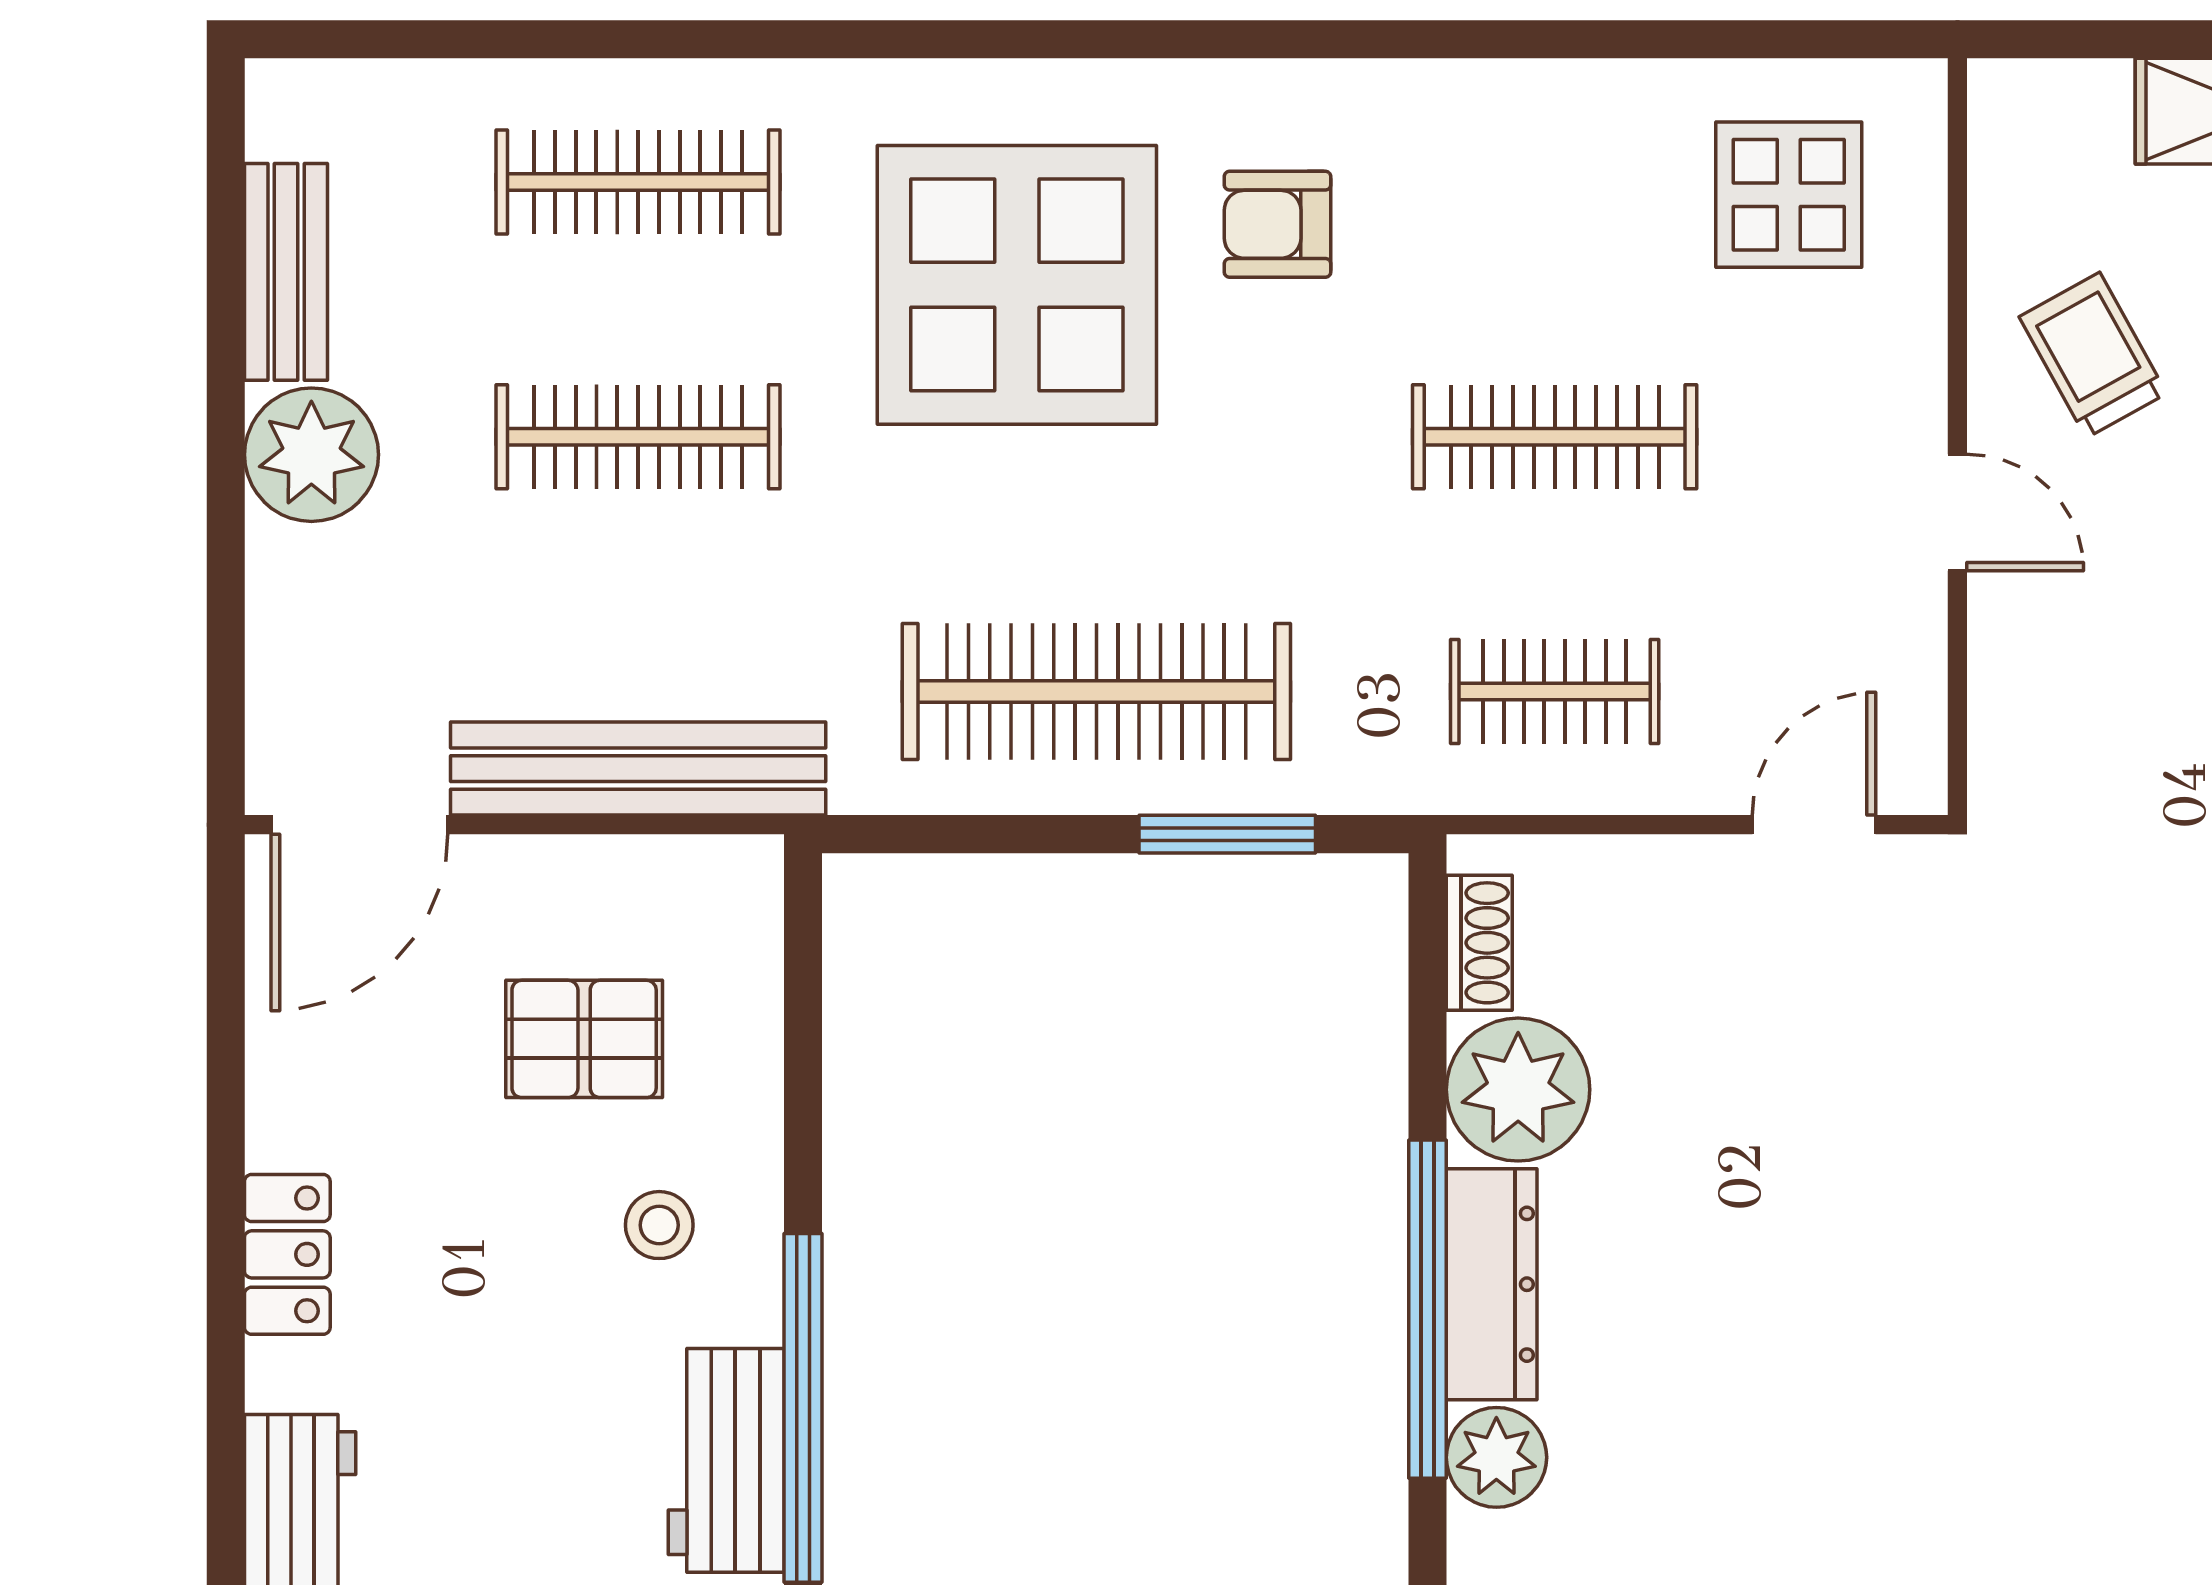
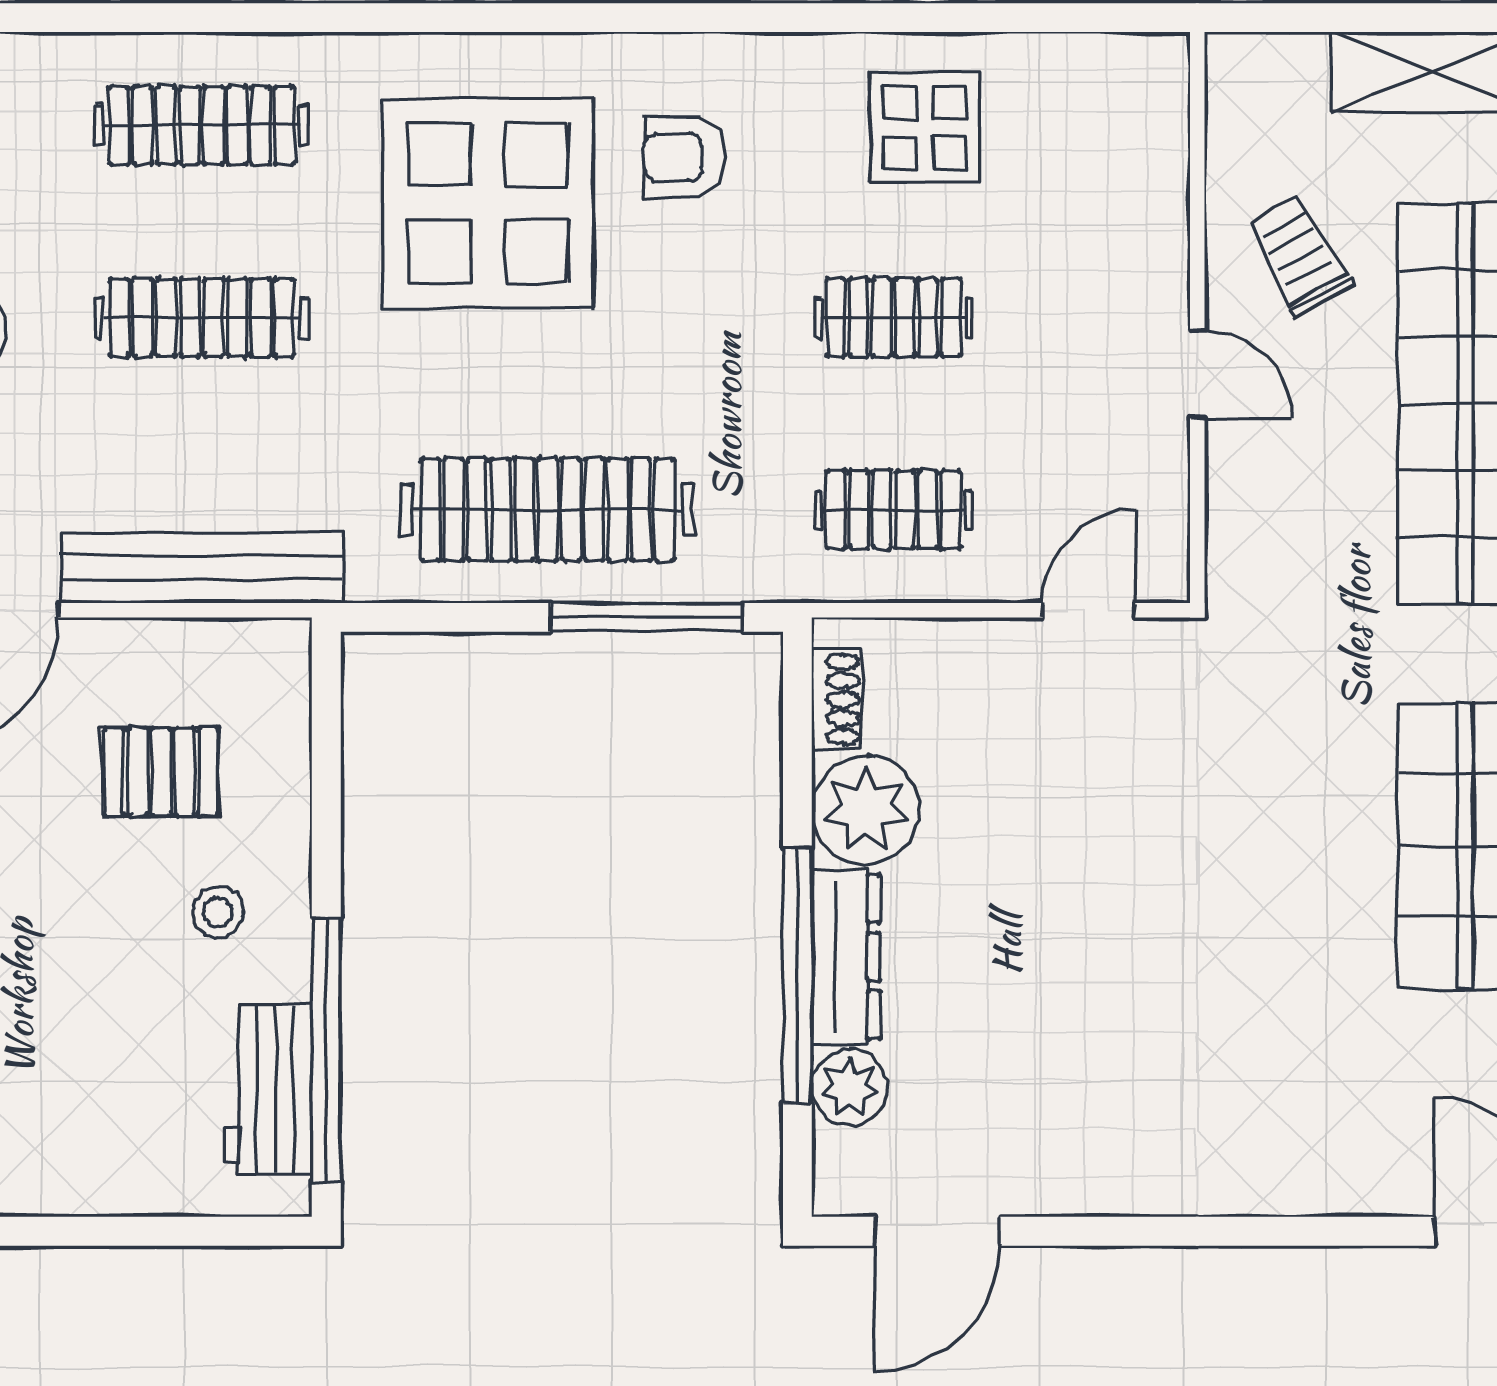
display table: (1789, 195) -> (925, 127), moved
clothes rail: (1555, 437) -> (893, 317), width x0.73
window: (1227, 834) -> (646, 617), width x1.44

